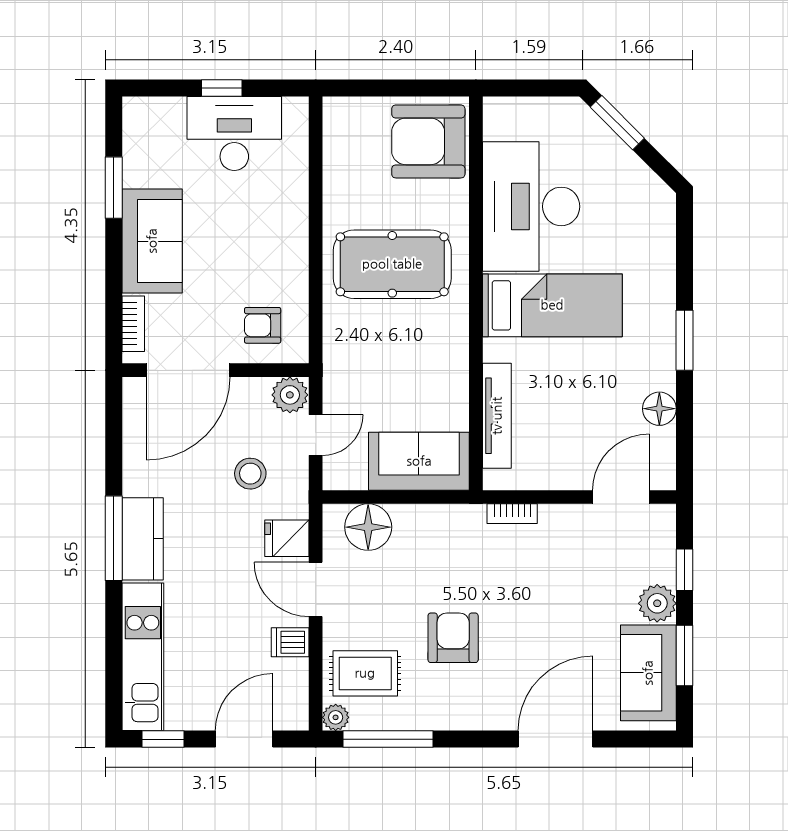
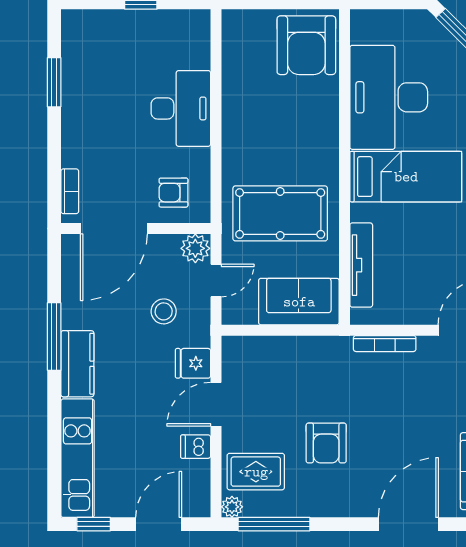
desk: (234, 134) -> (181, 108), moved, turned 90
armchair: (428, 141) -> (306, 45), turned -90
sofa: (152, 241) -> (85, 125), removed
pool table: (392, 264) -> (280, 213), moved
bookcase: (512, 514) -> (385, 344), width x1.56
floor lamp: (368, 527) -> (258, 354), removed
window: (114, 538) -> (54, 337), moved
door: (316, 589) -> (216, 404), hinge flipped
armchair: (453, 638) -> (326, 443), turned 180

